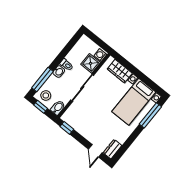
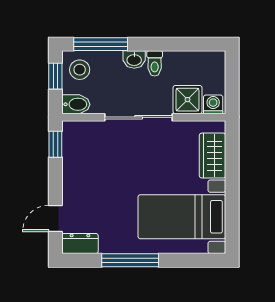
window: (150, 115) -> (130, 260), moved

